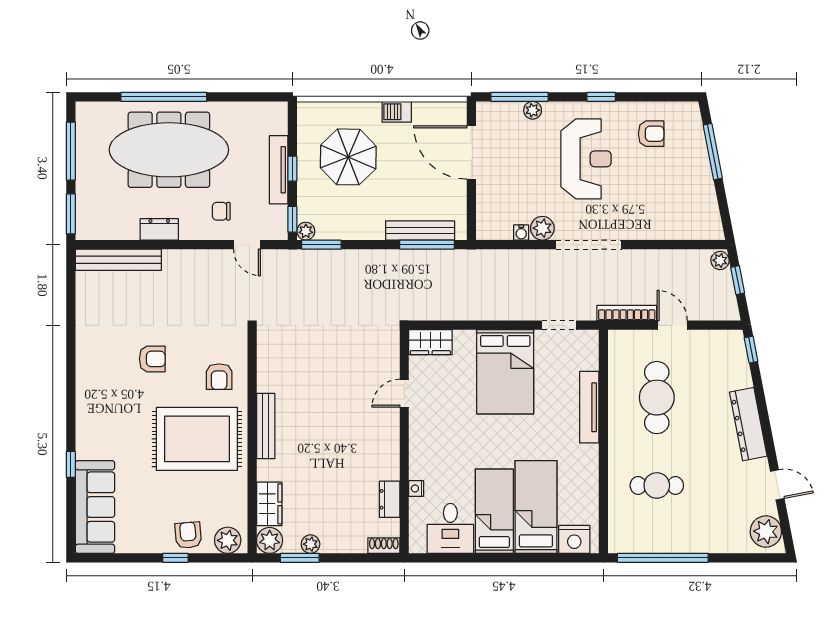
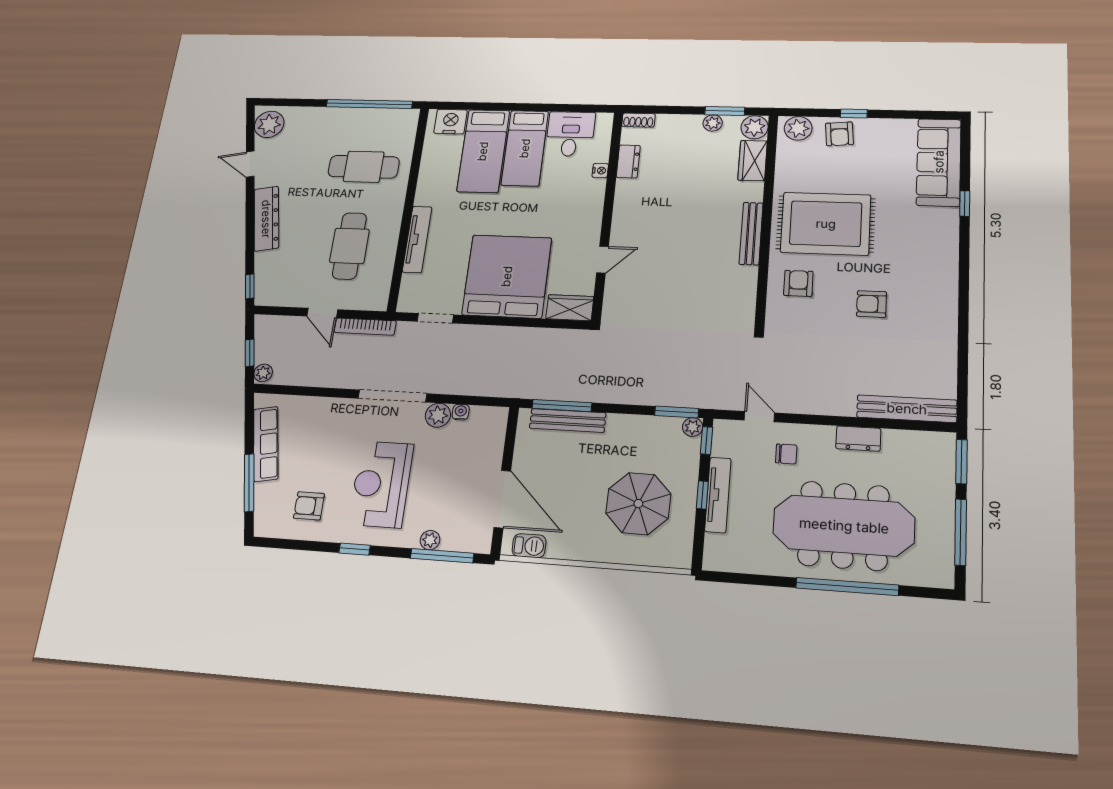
barbecue: (397, 112) -> (529, 546), moved
row of seats: (704, 190) -> (266, 444), added
bed: (505, 372) -> (507, 276), width x1.36
cafe table: (657, 485) -> (364, 167), width x1.37, depth x1.35

